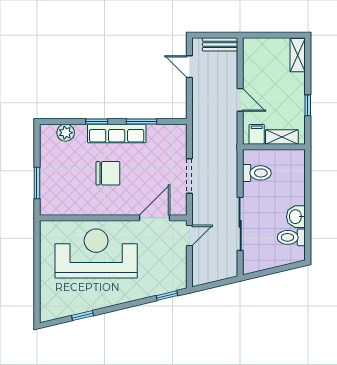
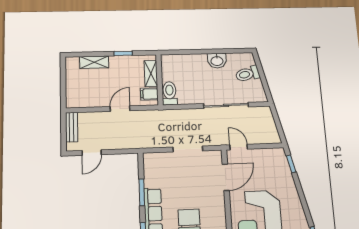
shelving: (298, 55) -> (94, 62), moved
toilet: (257, 173) -> (170, 93), moved
door: (155, 218) -> (226, 177), swing flipped
toilet: (291, 237) -> (248, 74), moved, turned 77

